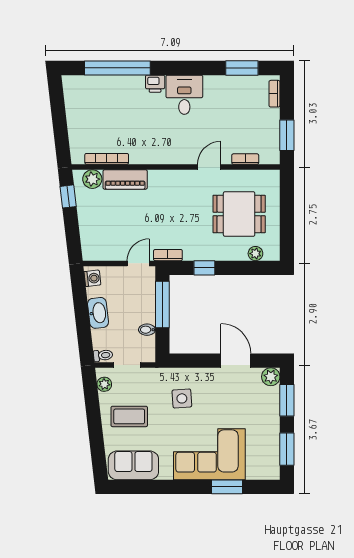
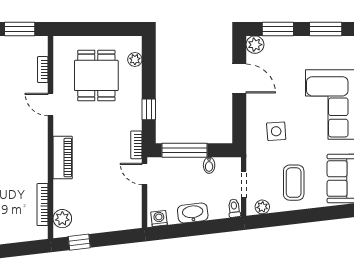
piano: (125, 179) -> (63, 158), moved
door: (236, 361) -> (239, 79), swing flipped

